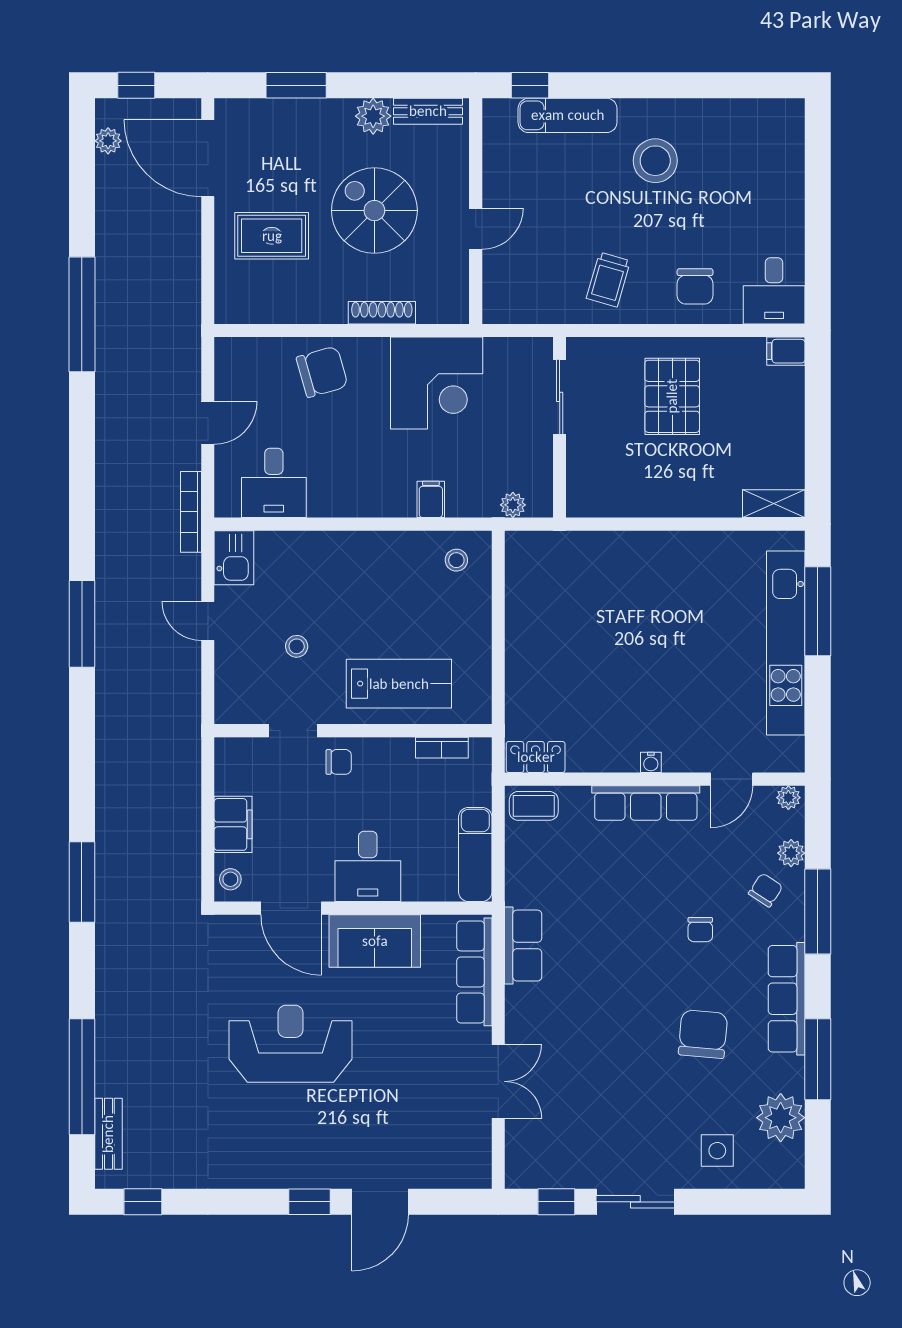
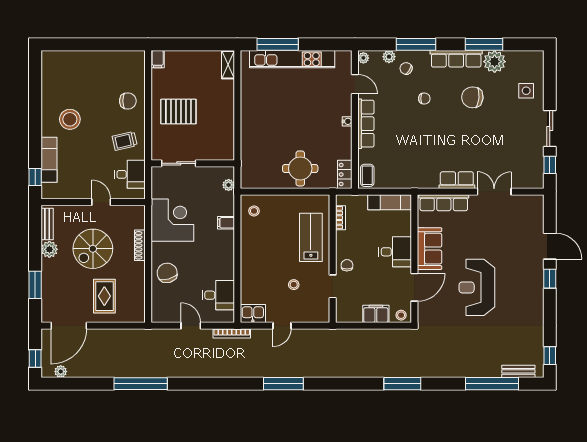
trolley: (608, 280) -> (125, 141), turned 151
desk: (774, 291) -> (130, 174), moved
round table: (549, 660) -> (300, 168), added
row of seats: (523, 946) -> (457, 180), moved
plant: (781, 1118) -> (495, 62), moved

